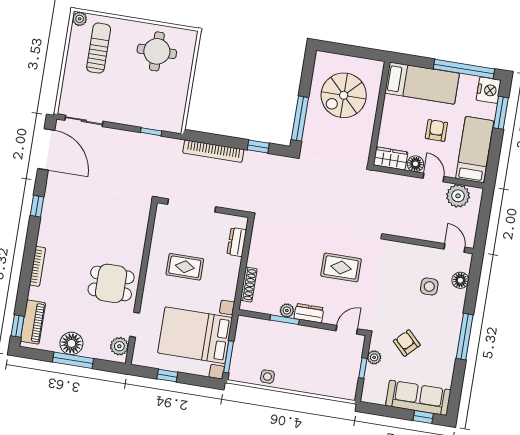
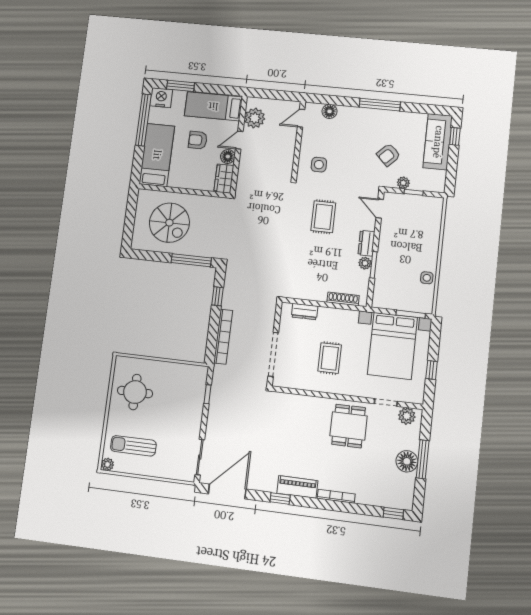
side table: (429, 286) -> (319, 165), moved
piano: (33, 322) -> (297, 487), moved

